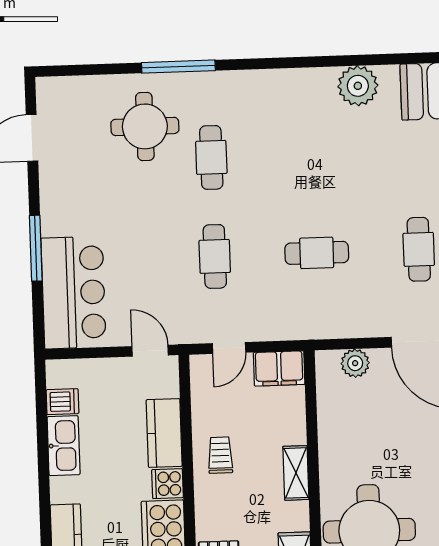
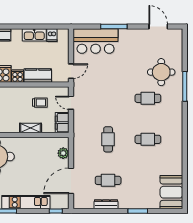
plant: (358, 86) -> (175, 158), removed
cafe table: (215, 256) -> (148, 139), moved
trolley: (220, 455) -> (40, 103), moved
shelving: (296, 473) -> (31, 128), moved

